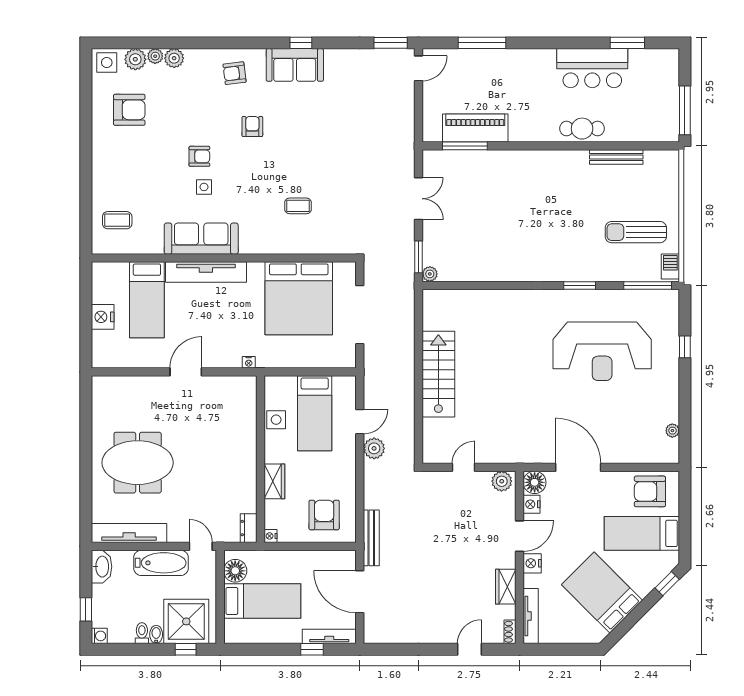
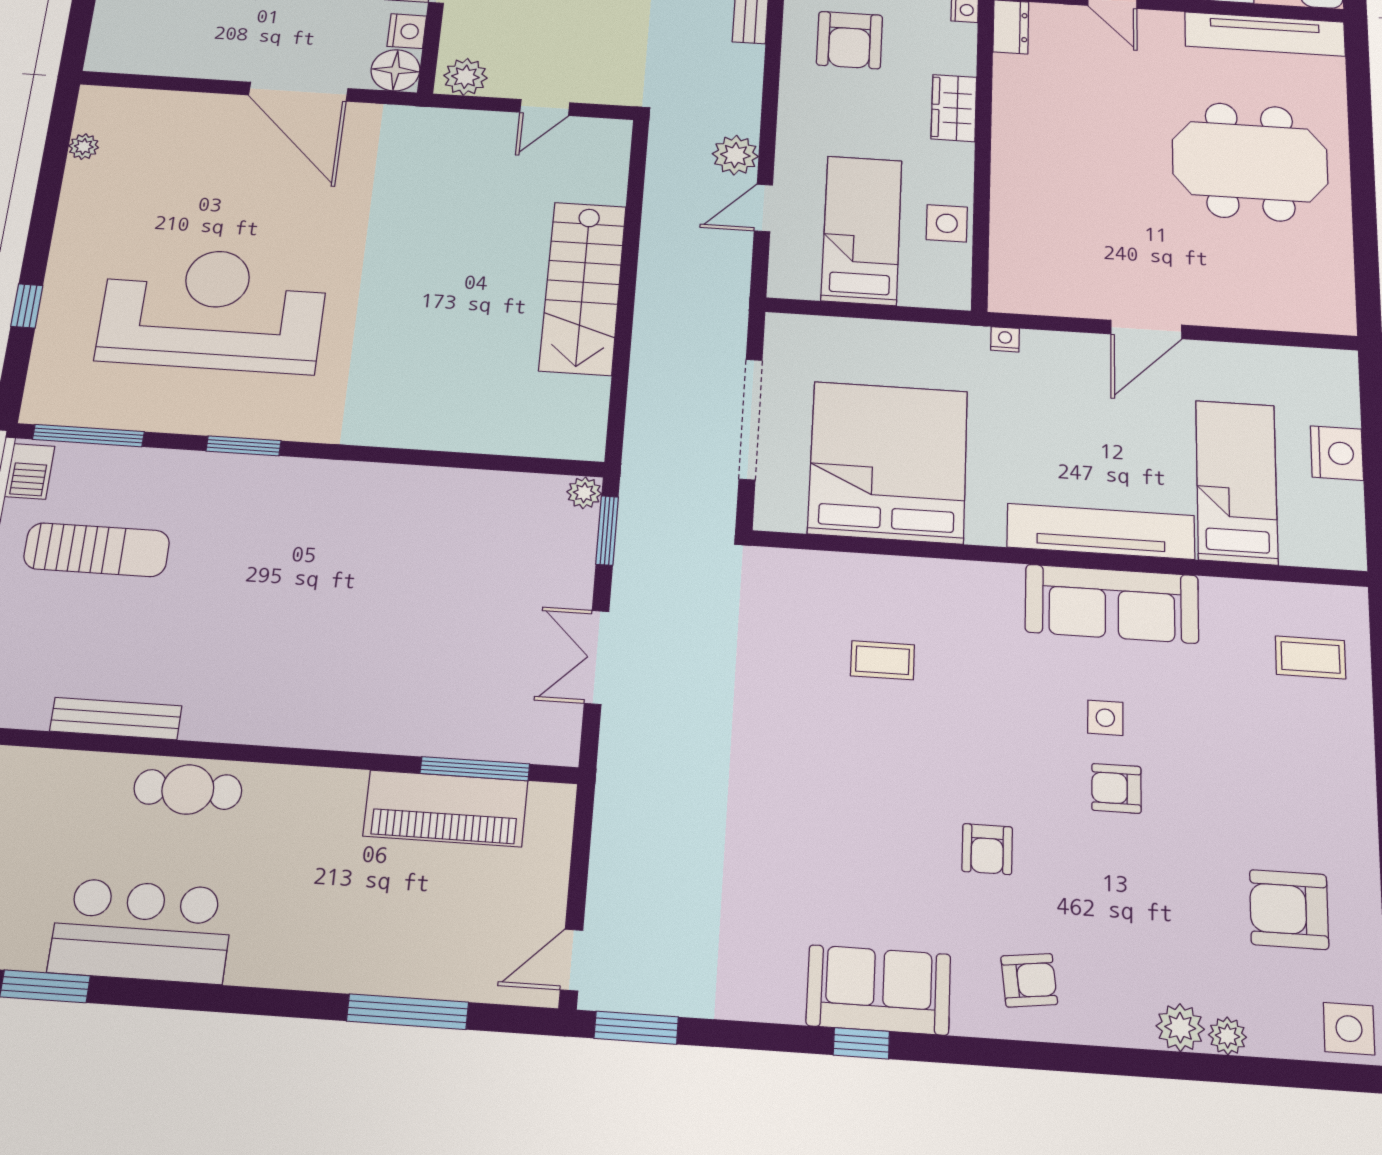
plant: (135, 59) -> (1277, 1032), removed
armchair: (650, 491) -> (152, 38), removed

